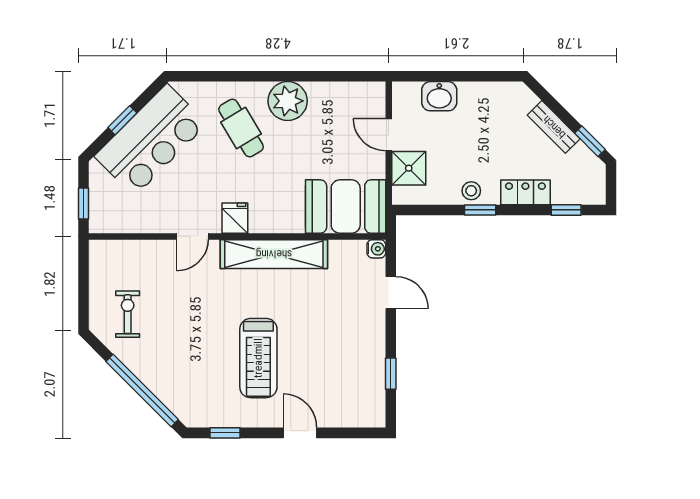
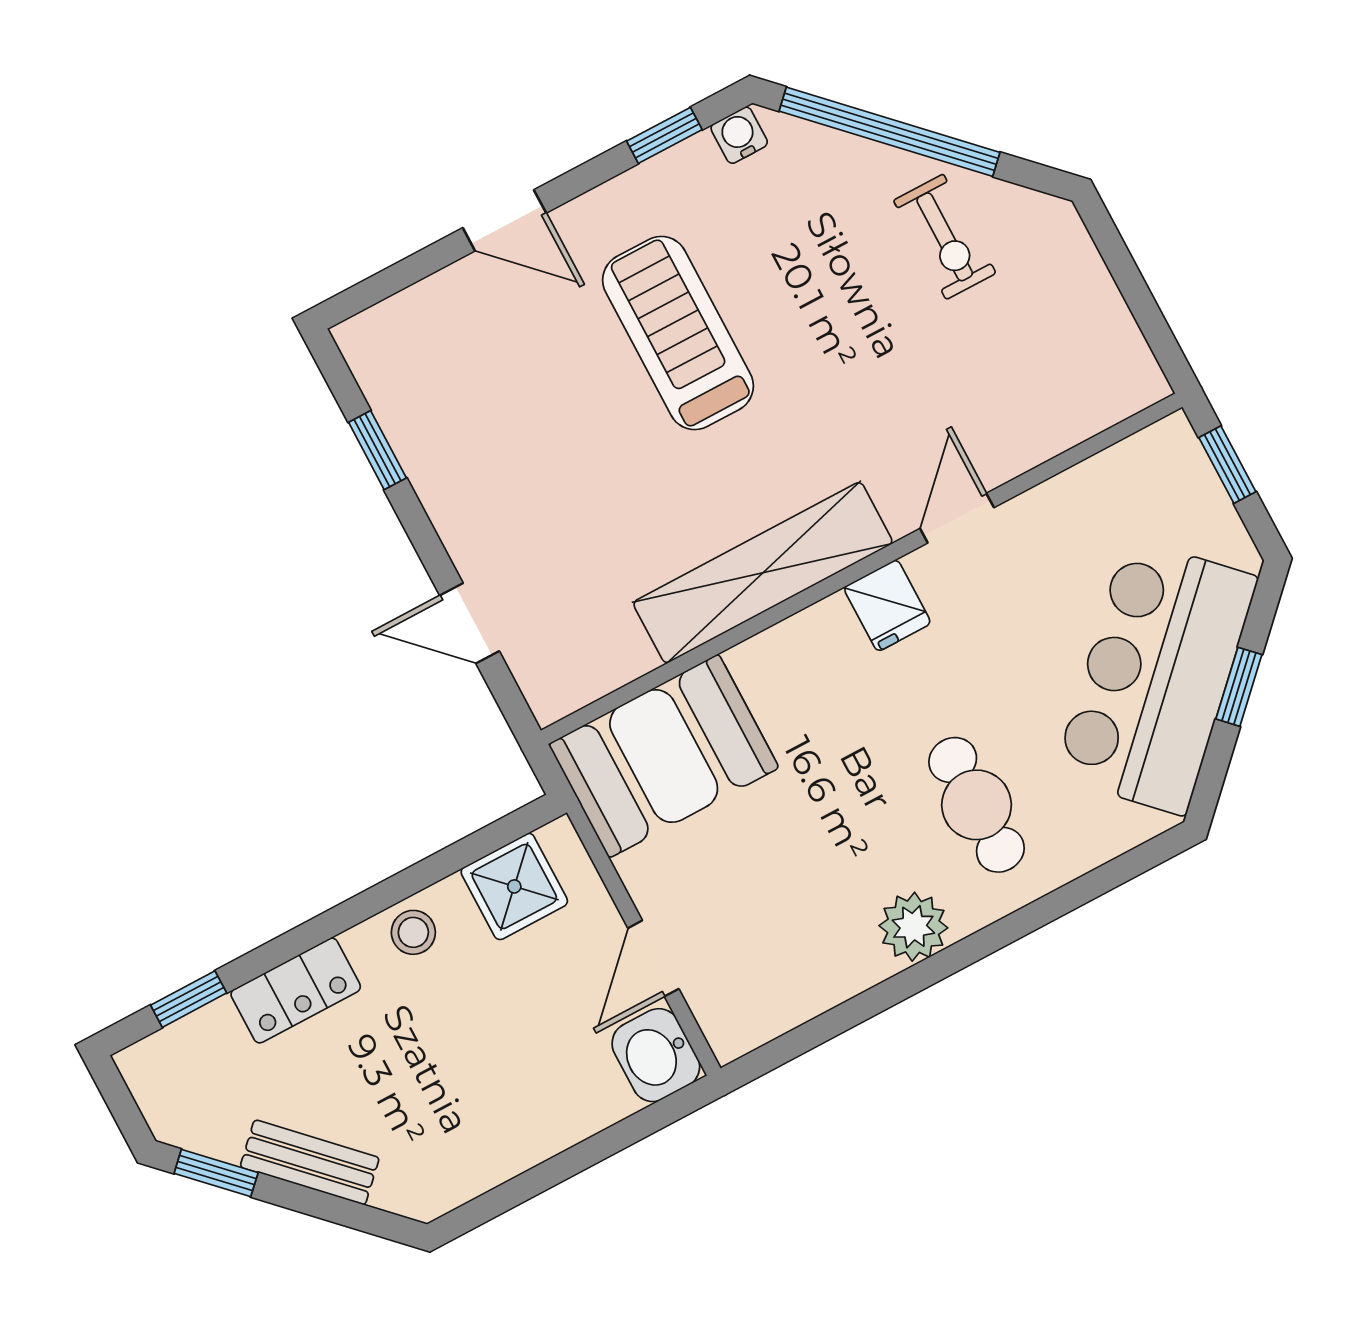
washbasin: (439, 96) -> (656, 1055), moved, turned -90
plant: (288, 101) -> (913, 927), width x0.73, depth x0.73
cafe table: (241, 128) -> (977, 805), turned 31
door: (389, 135) -> (653, 958), swing flipped
shower: (409, 168) -> (514, 886), moved
window: (480, 210) -> (372, 901), removed
water cooler: (376, 249) -> (739, 135), moved, turned 90
exercise bike: (128, 314) -> (945, 237), moved

